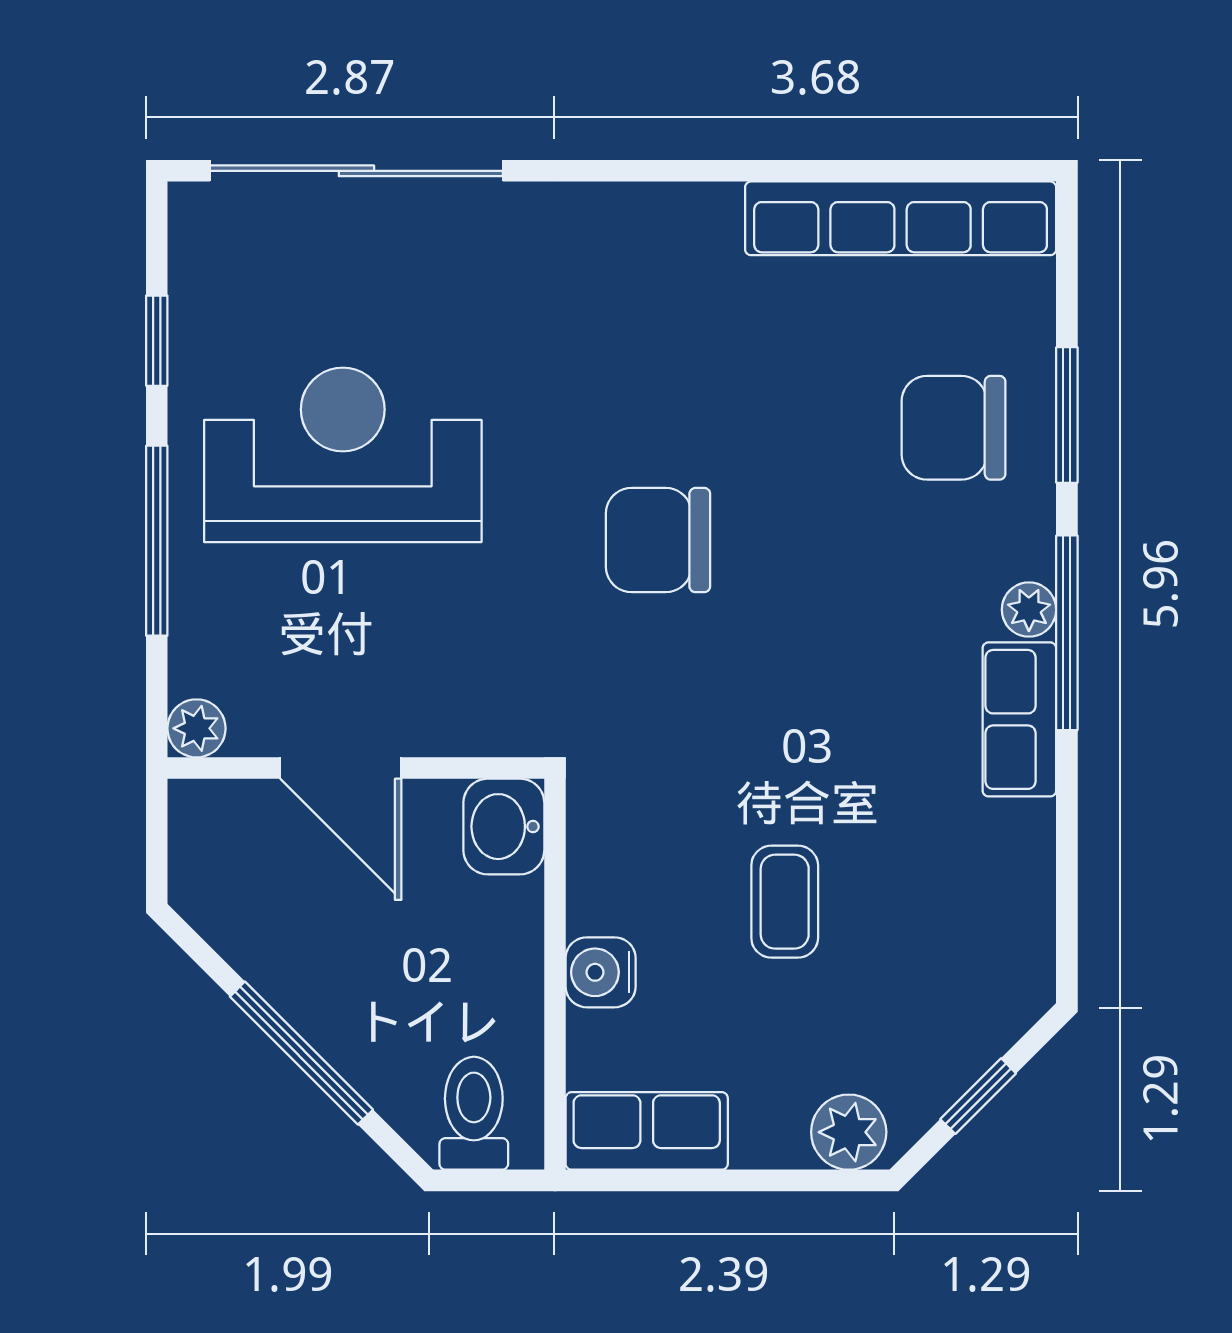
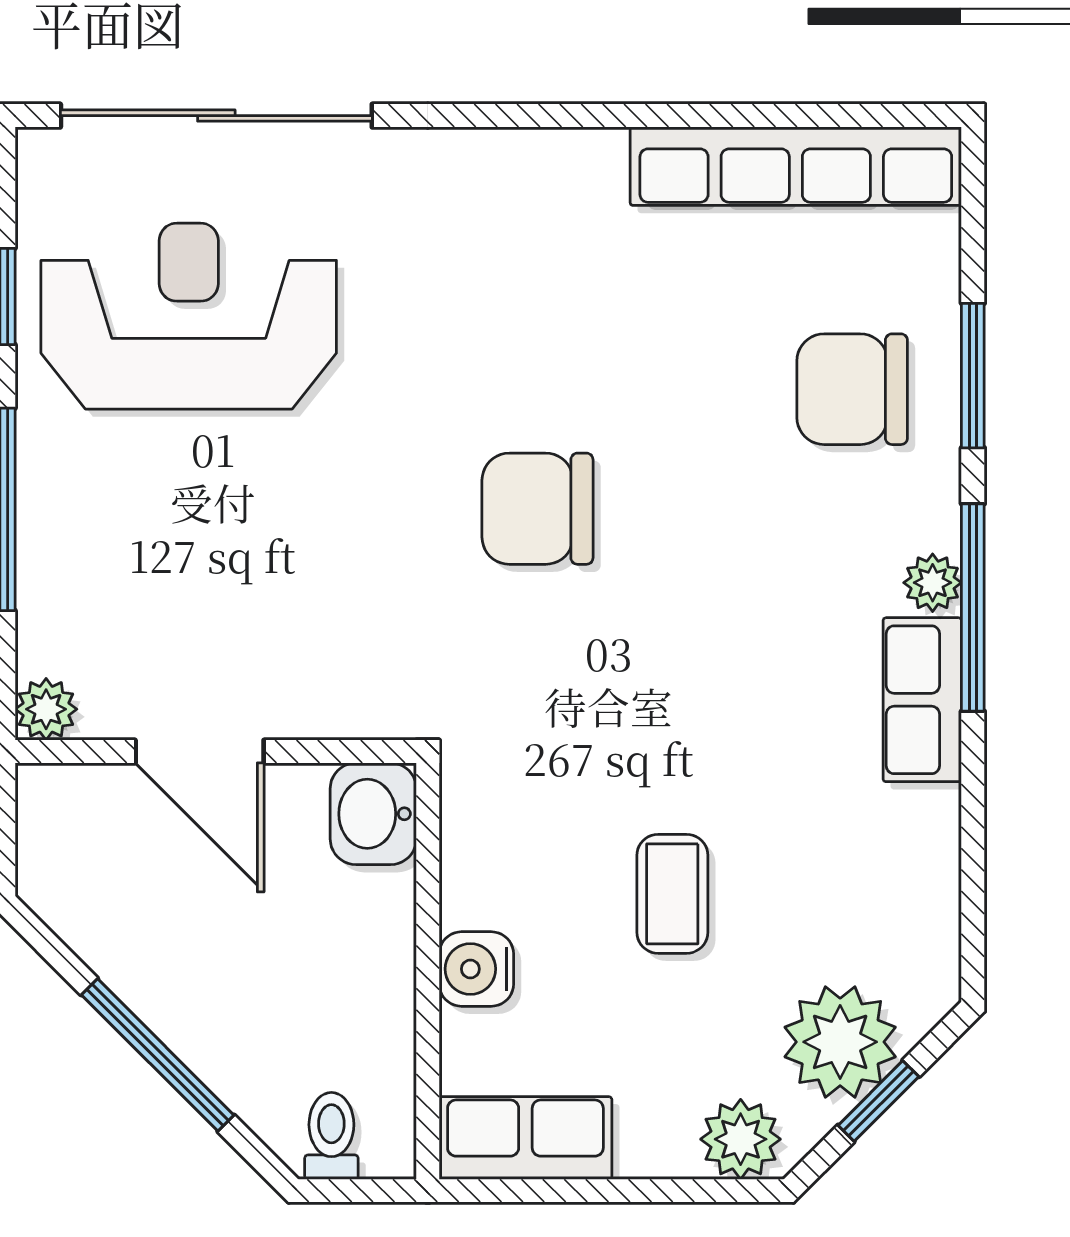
reception desk: (343, 455) -> (189, 316), moved
plant: (942, 1041) -> (840, 1042), added
toilet: (474, 1113) -> (331, 1136), width x0.73, depth x0.72

